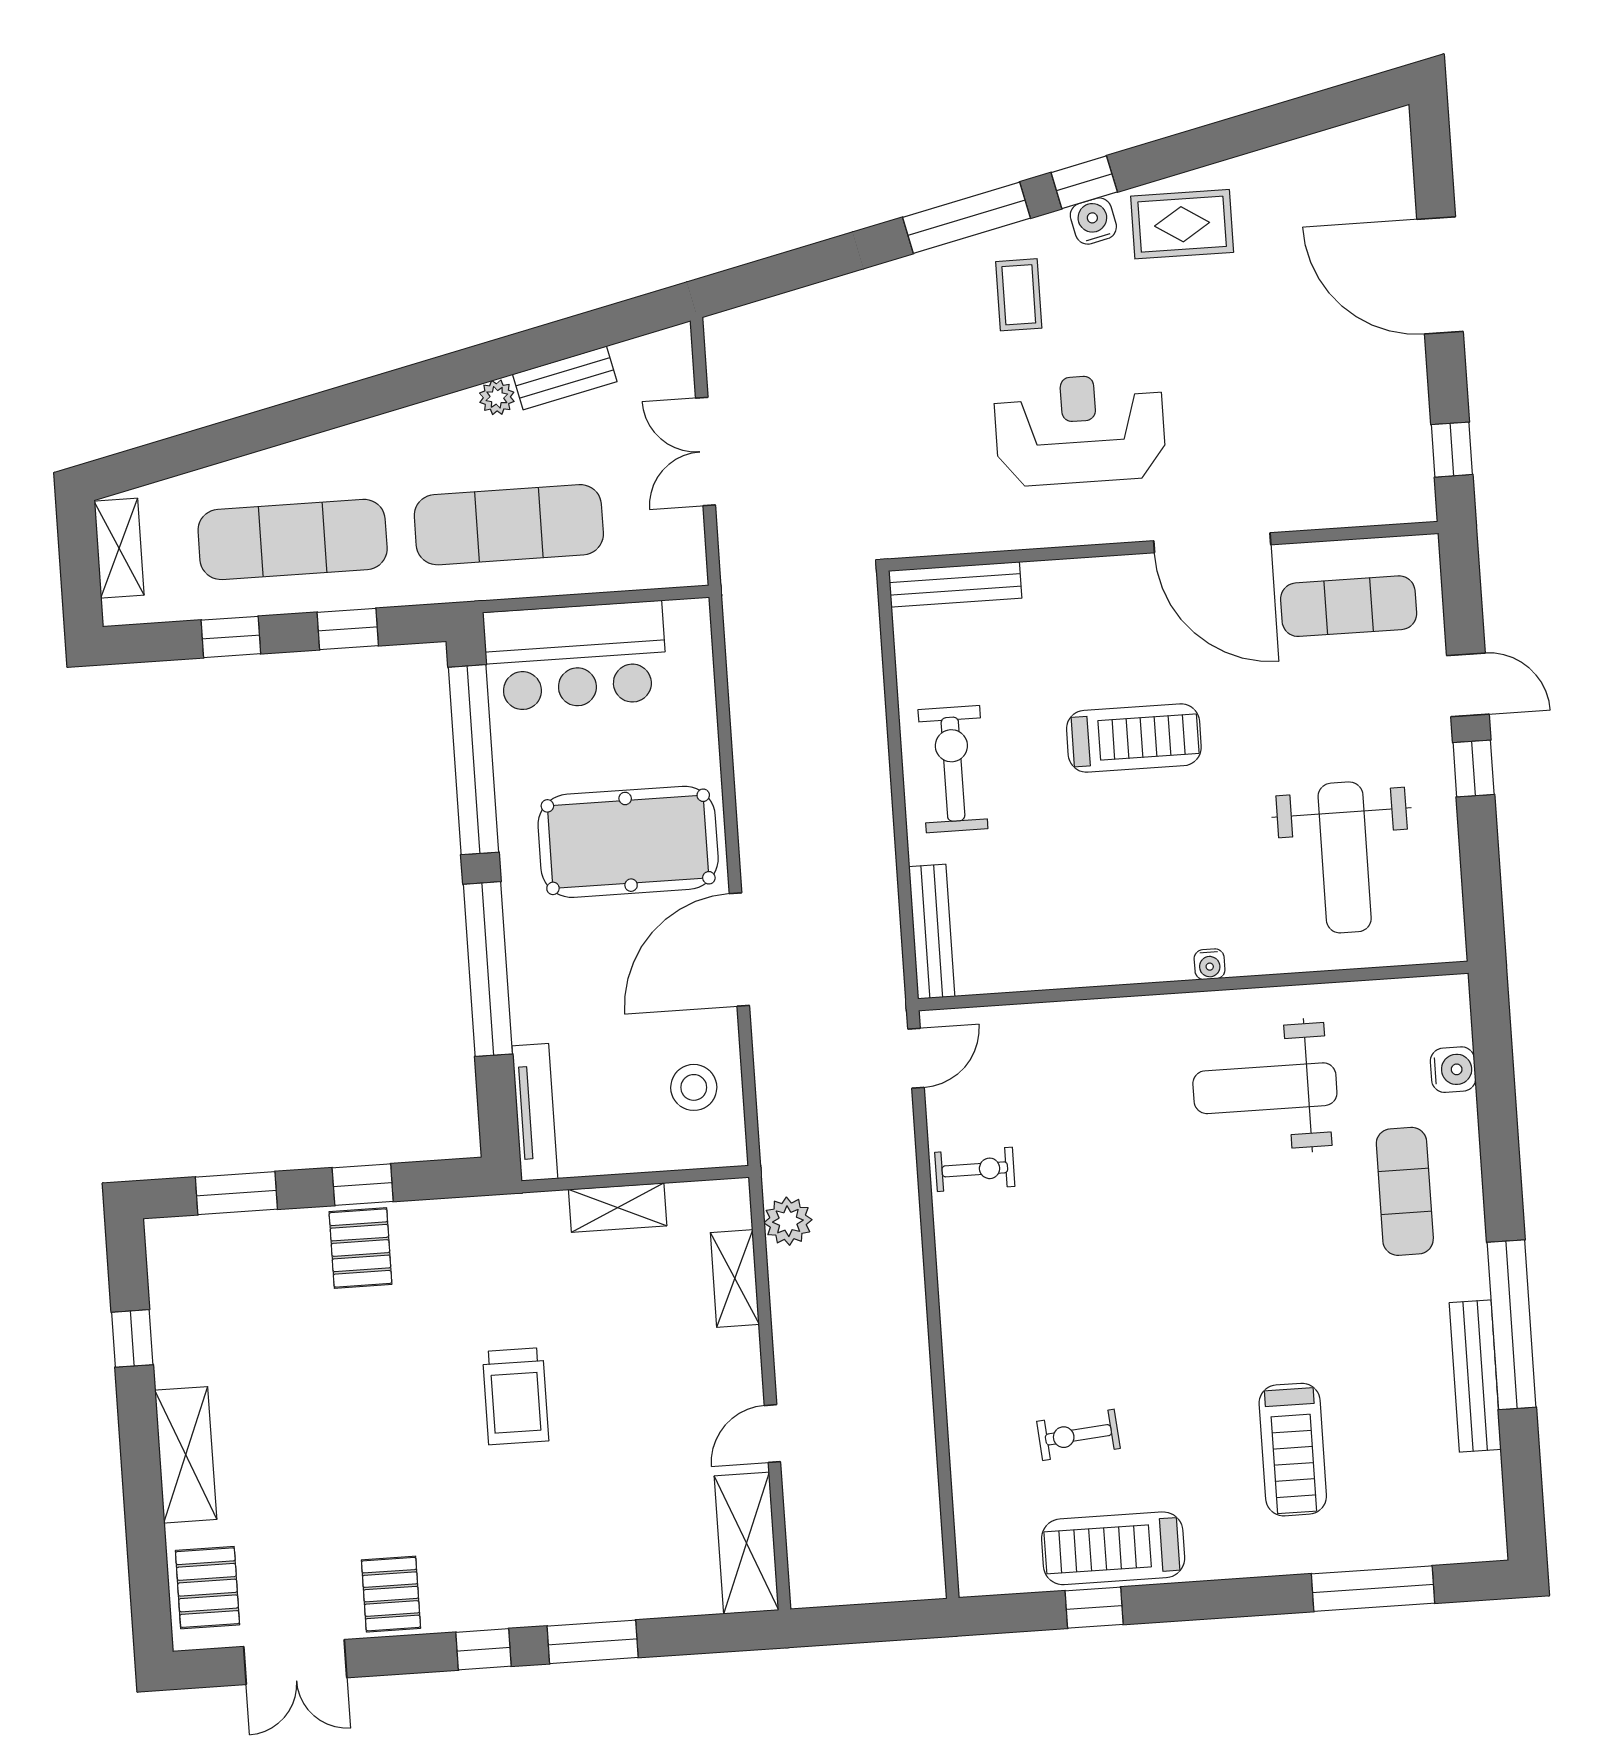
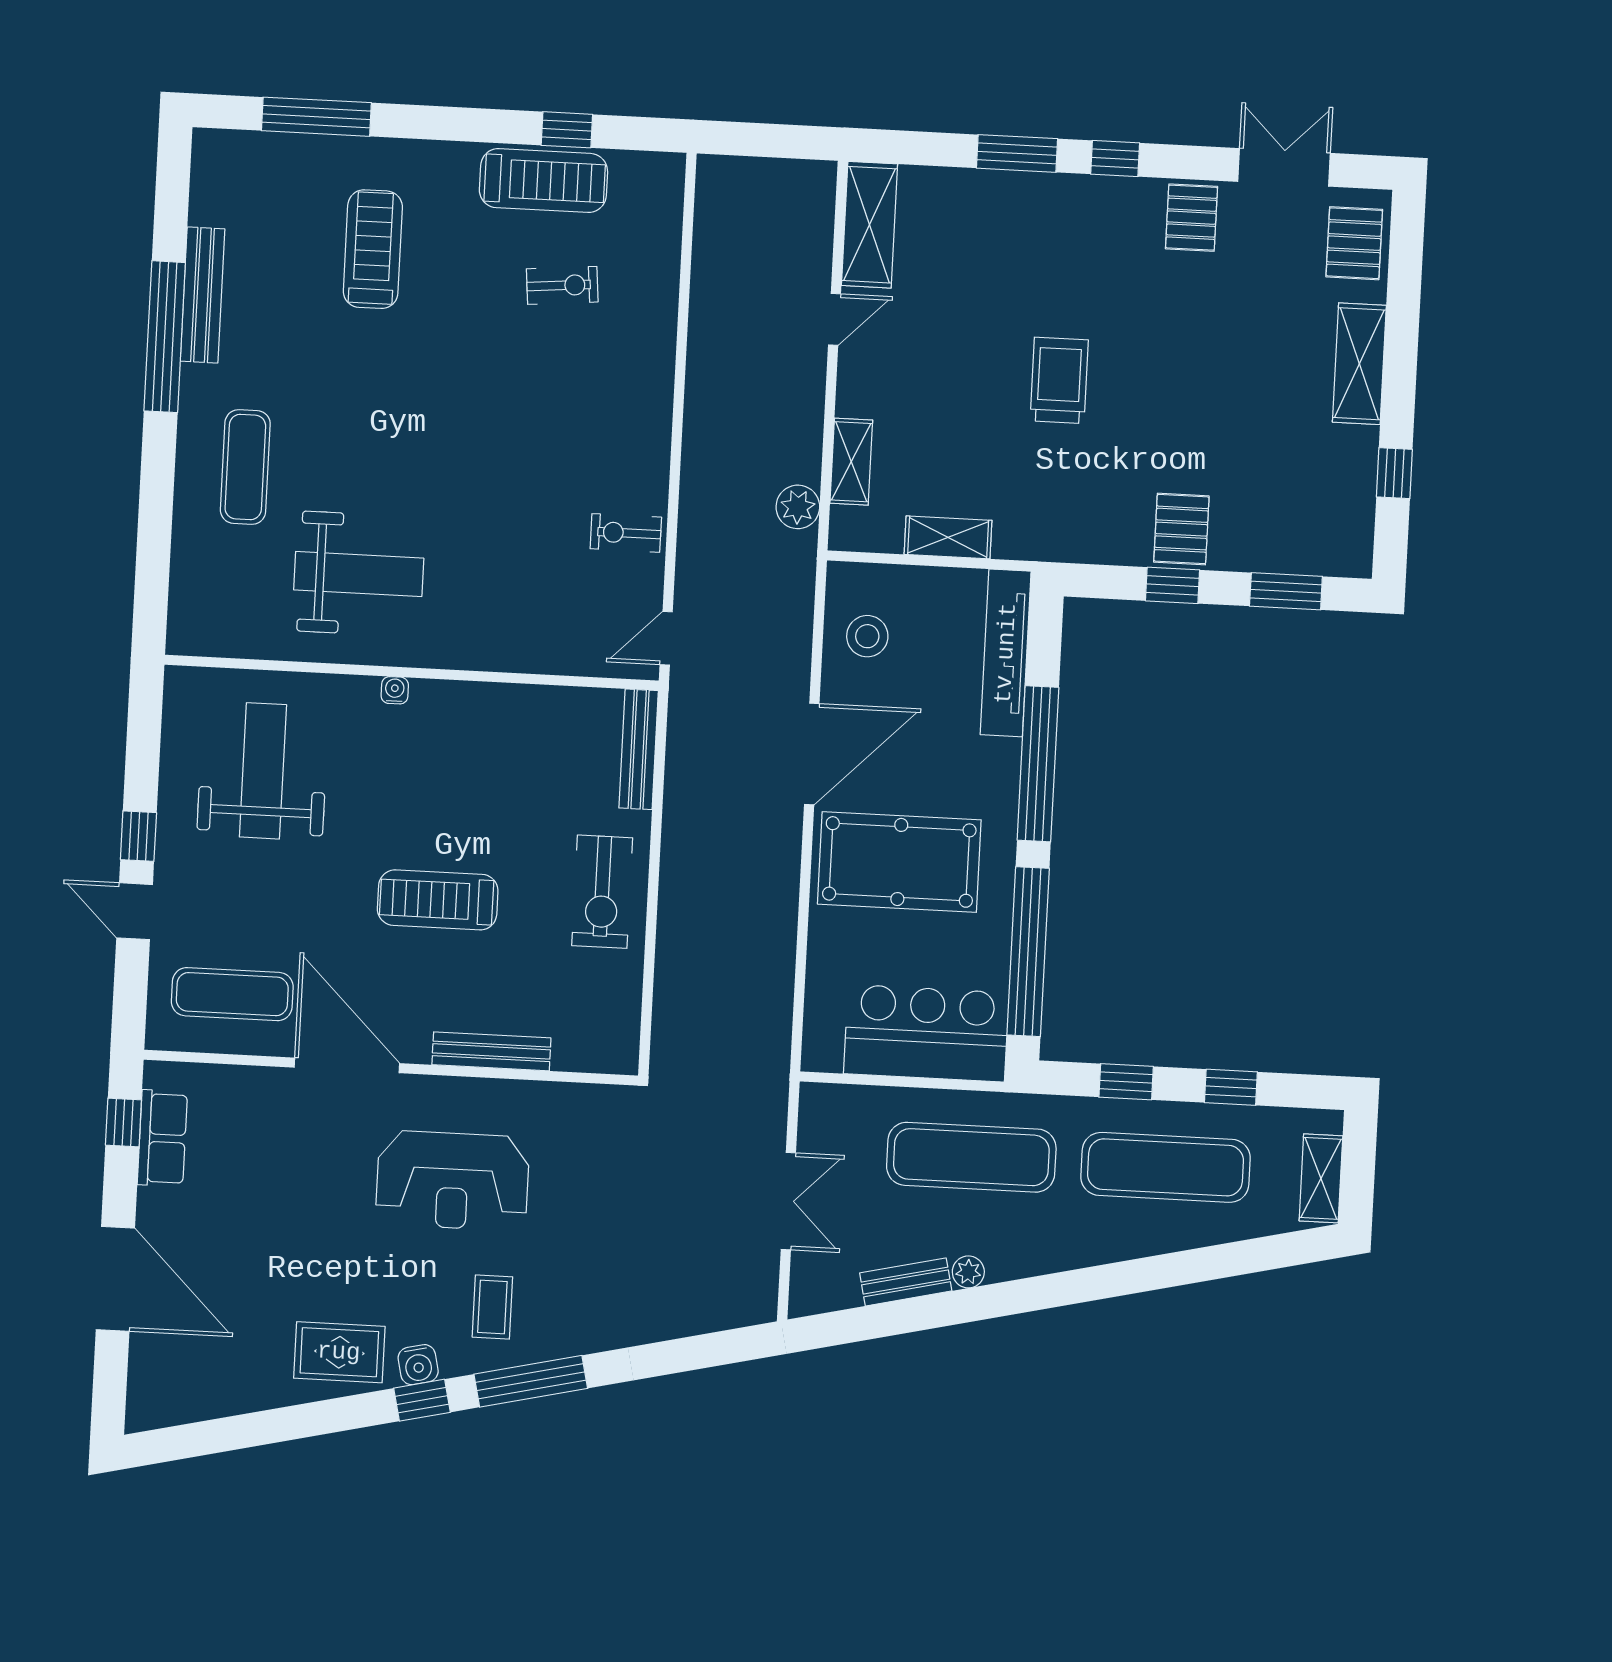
row of seats: (1407, 437) -> (162, 1138), added
bench: (955, 584) -> (491, 1051), moved
water cooler: (1453, 1070) -> (189, 570), removed
tv unit: (535, 1112) -> (1006, 653), width x1.36, depth x1.29

